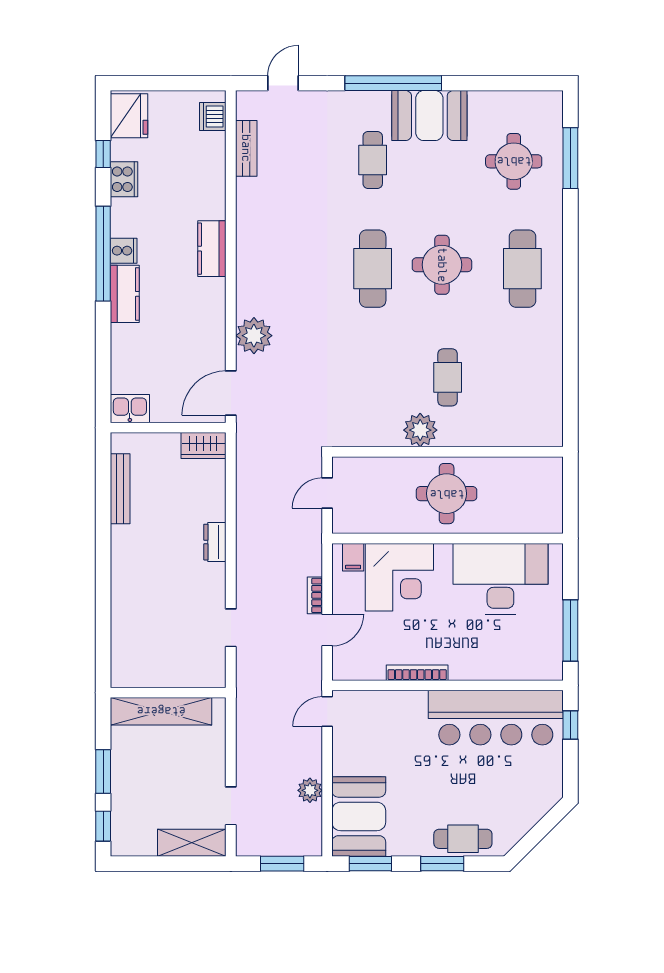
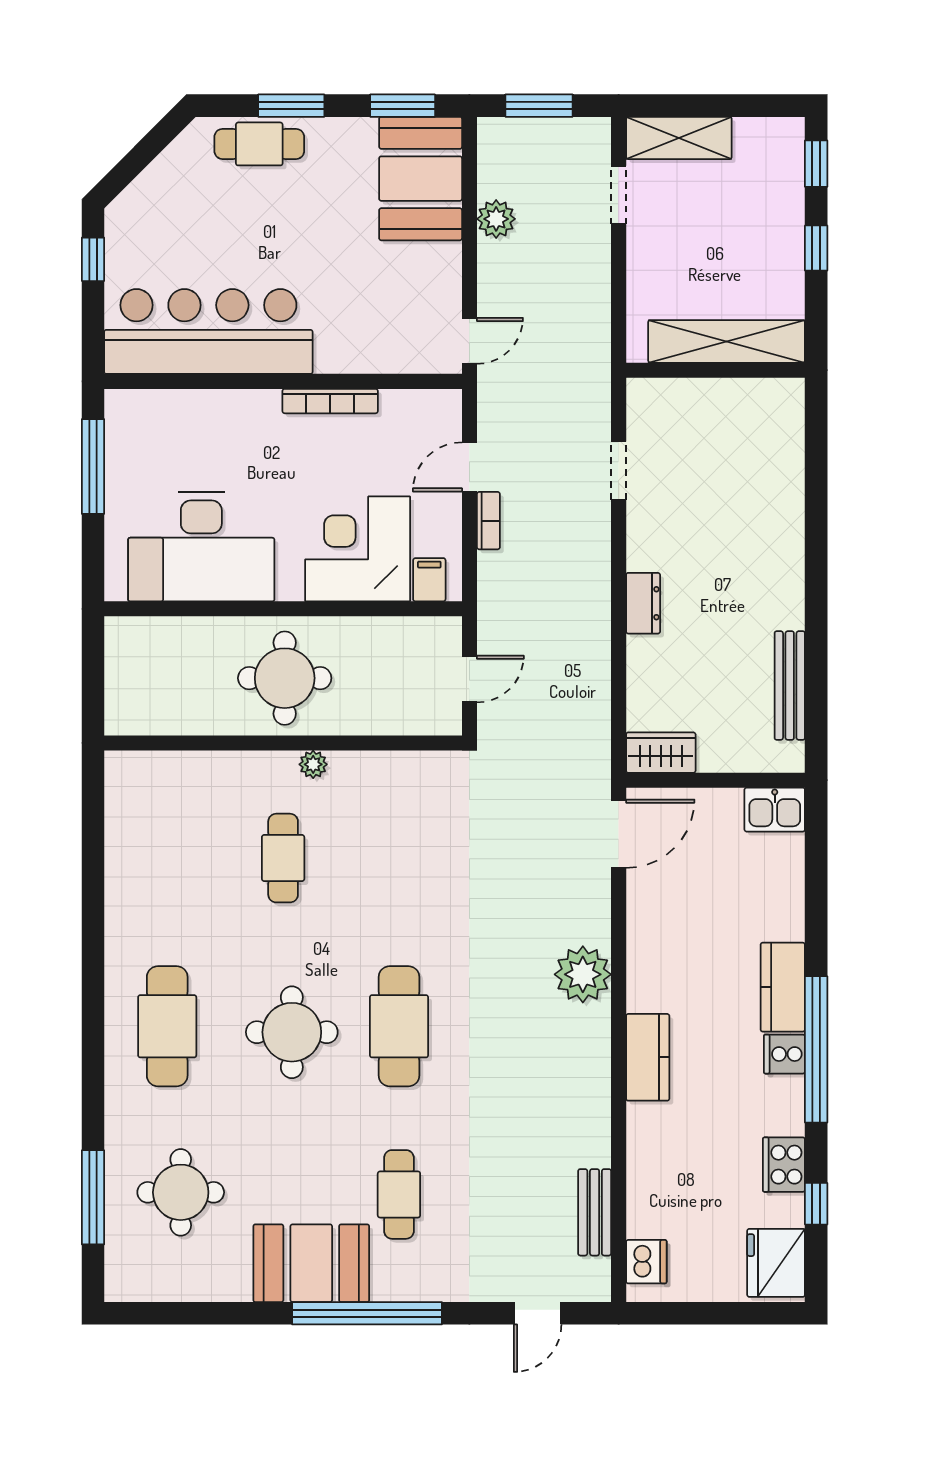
plant: (254, 336) -> (583, 974), moved
plant: (420, 430) -> (313, 764), width x0.53, depth x0.53
window: (570, 725) -> (93, 259), moved
window: (103, 772) -> (816, 248), width x0.67

